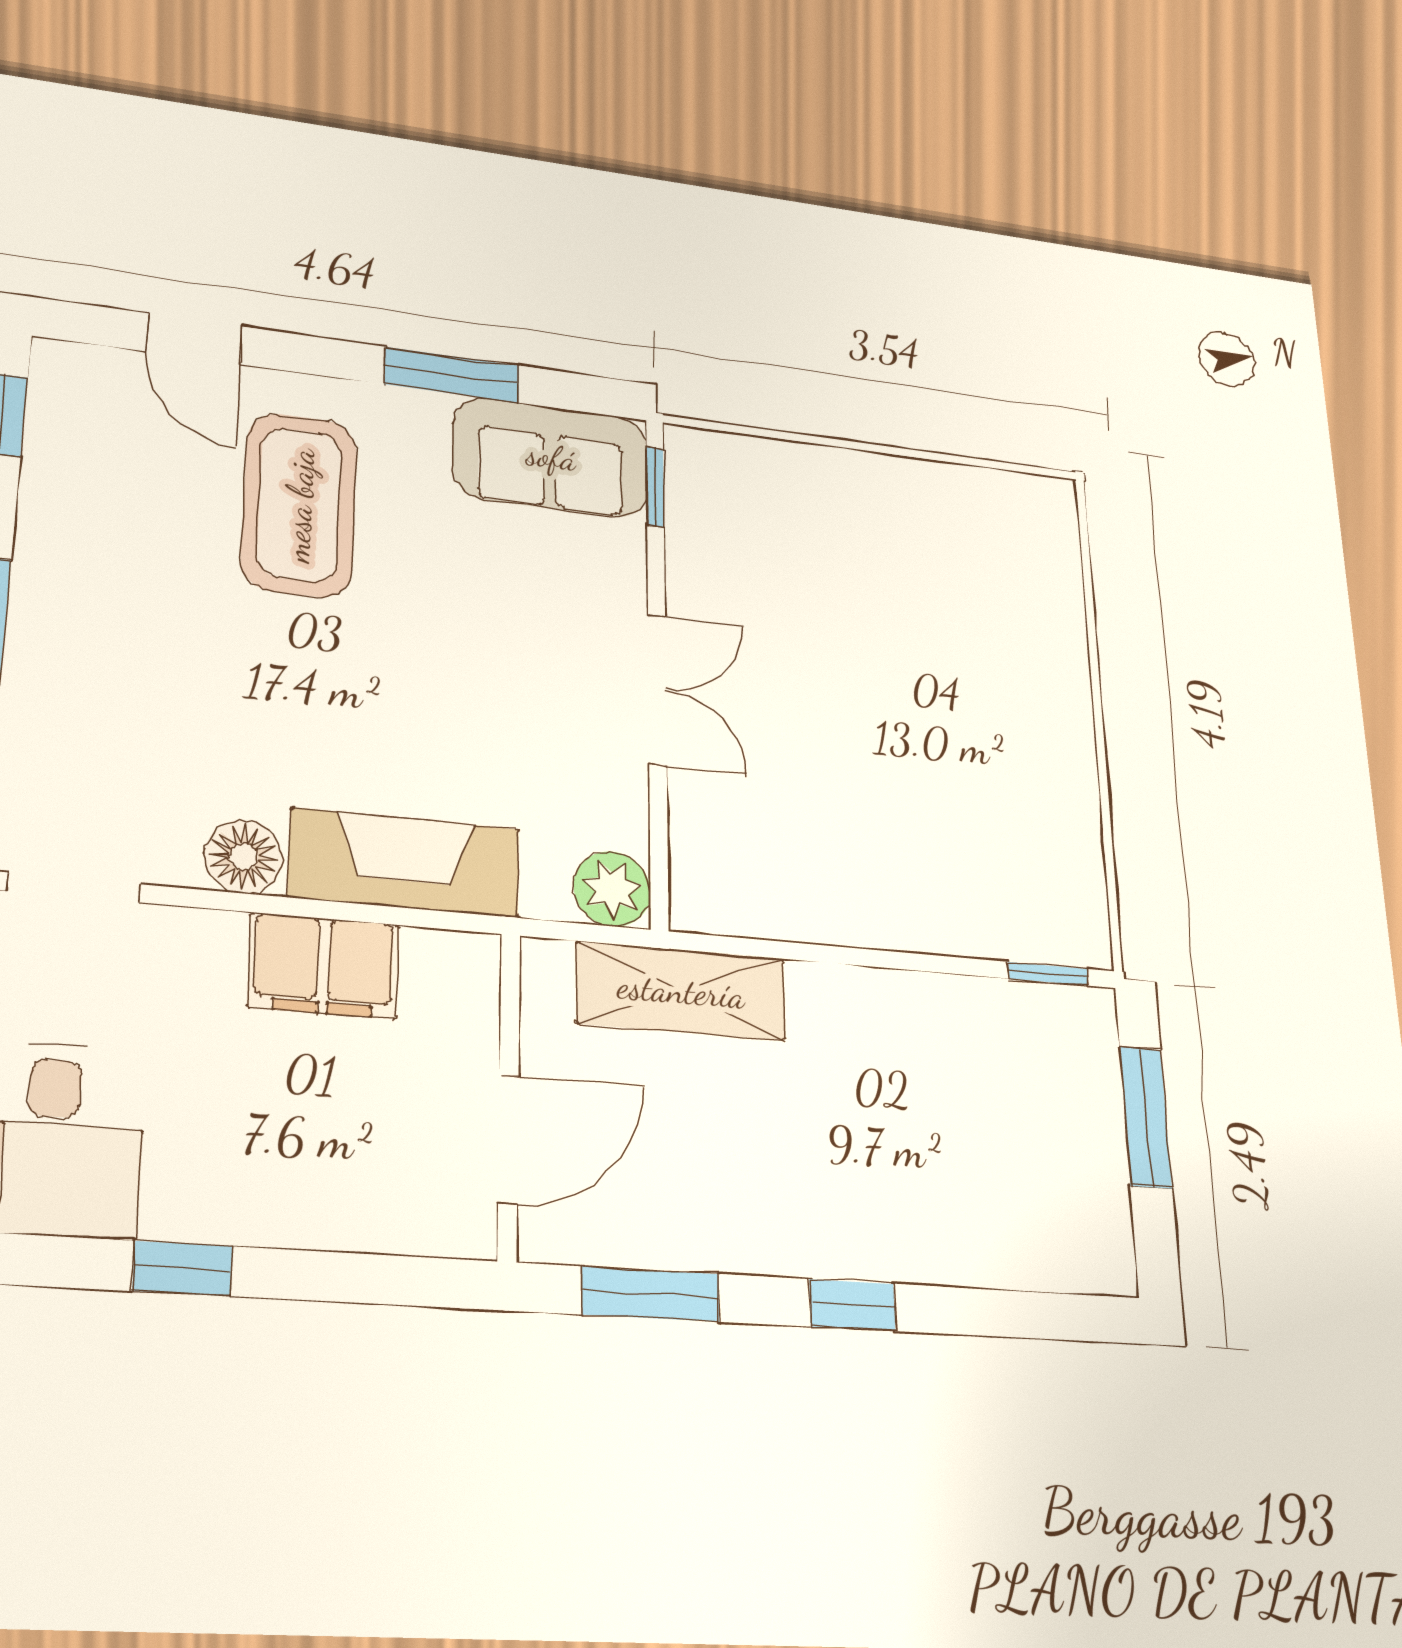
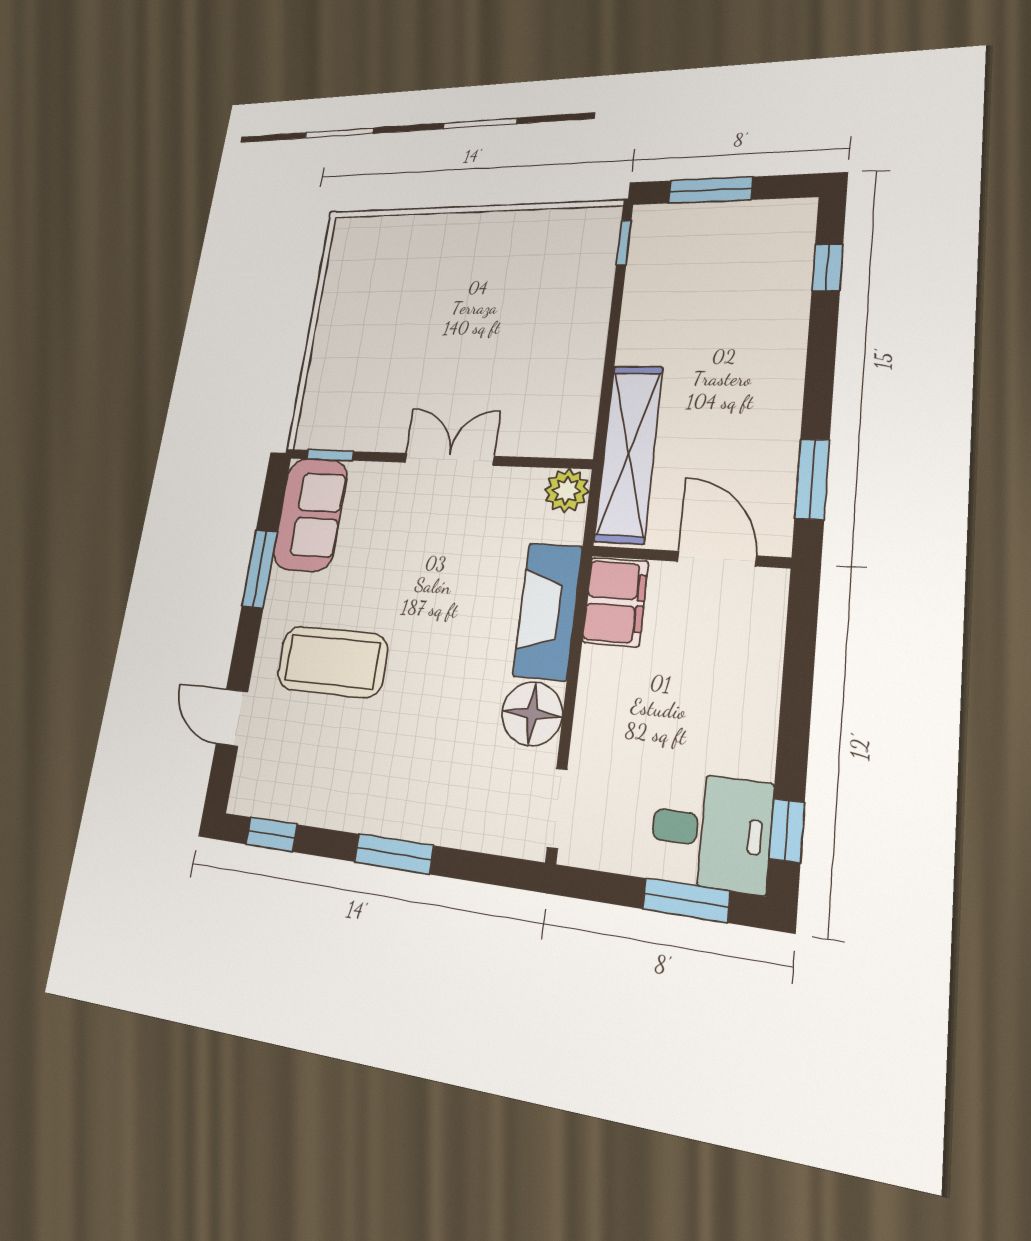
door: (194, 339) -> (232, 718), swing flipped
floor lamp: (244, 857) -> (532, 714), width x1.38, depth x1.38
filing cabinet: (324, 966) -> (615, 602), moved
shelving: (681, 991) -> (629, 453), width x1.47
window: (183, 1269) -> (787, 831), moved
window: (852, 1305) -> (827, 267), moved

